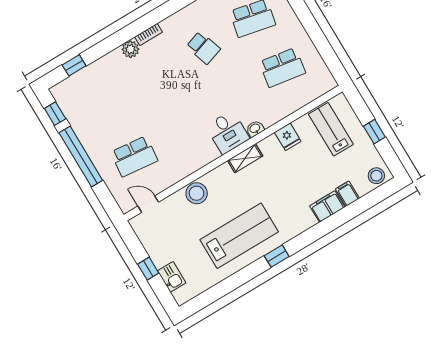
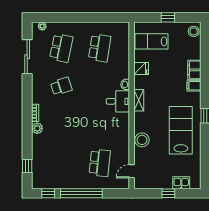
filing cabinet: (347, 194) -> (194, 86), moved

